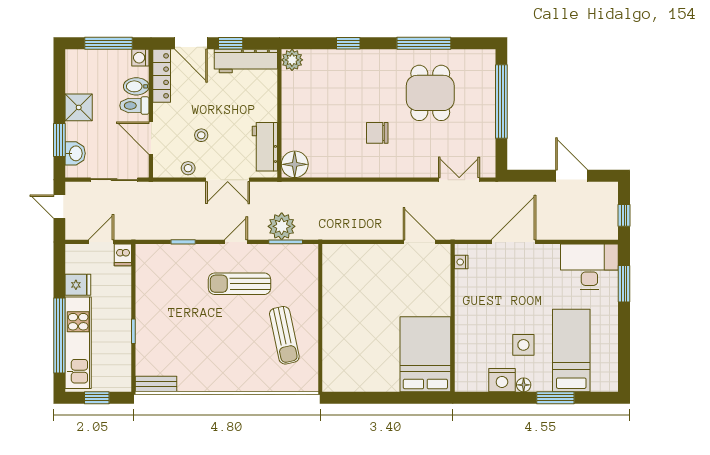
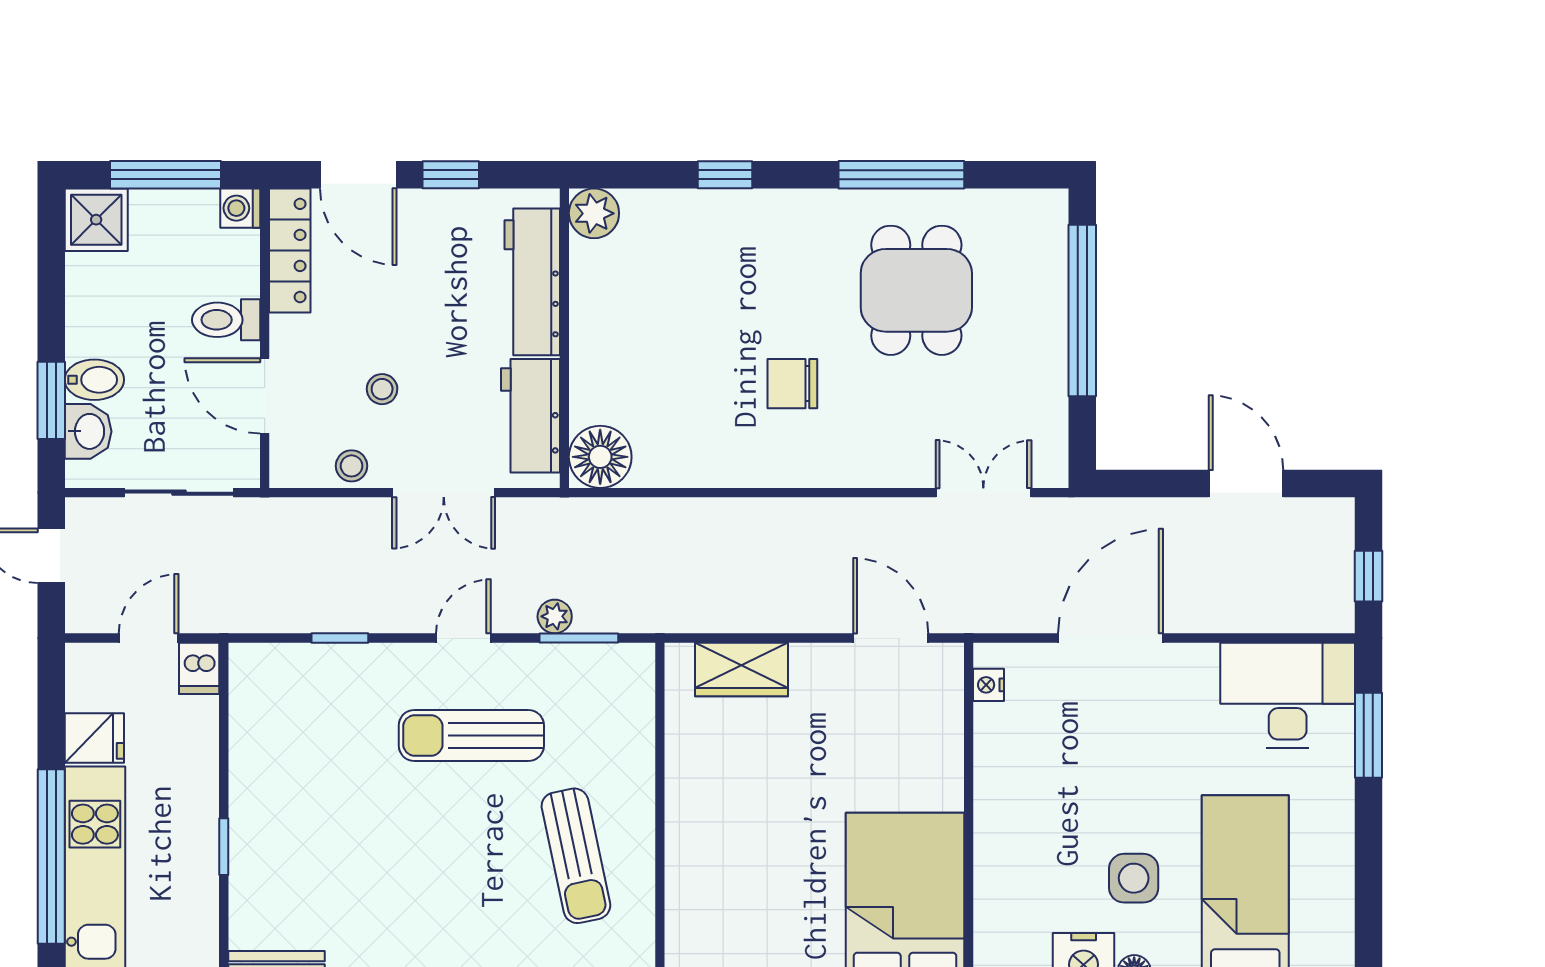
workbench: (246, 61) -> (532, 282), moved, turned 90
bidet: (136, 86) -> (94, 380), moved, turned 180
shower: (79, 107) -> (96, 220), moved
plant: (282, 226) -> (555, 616), width x0.53, depth x0.53
wardrobe: (355, 255) -> (742, 669), added

